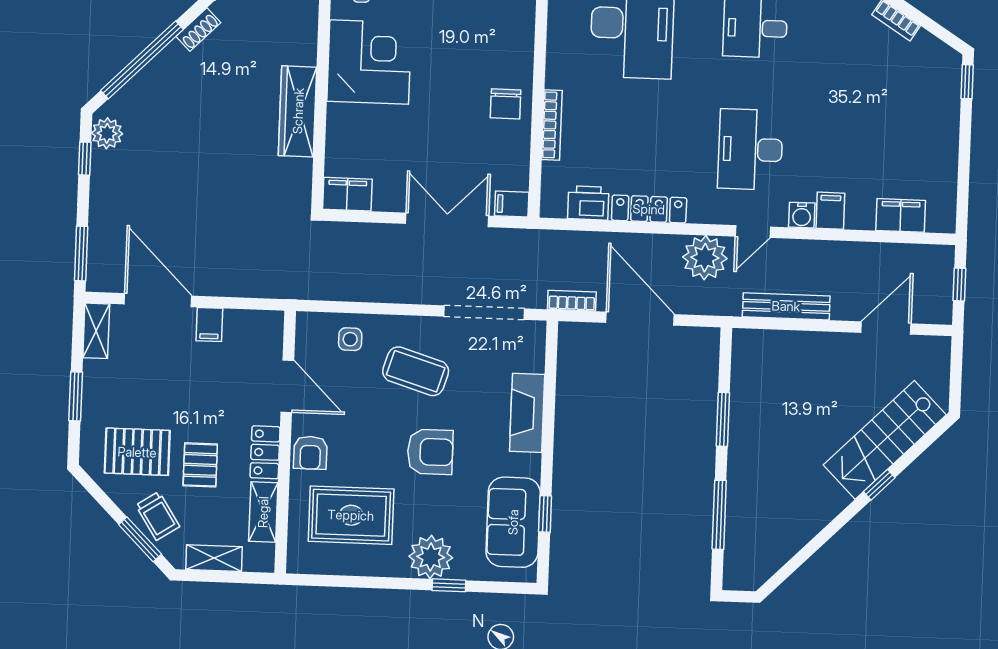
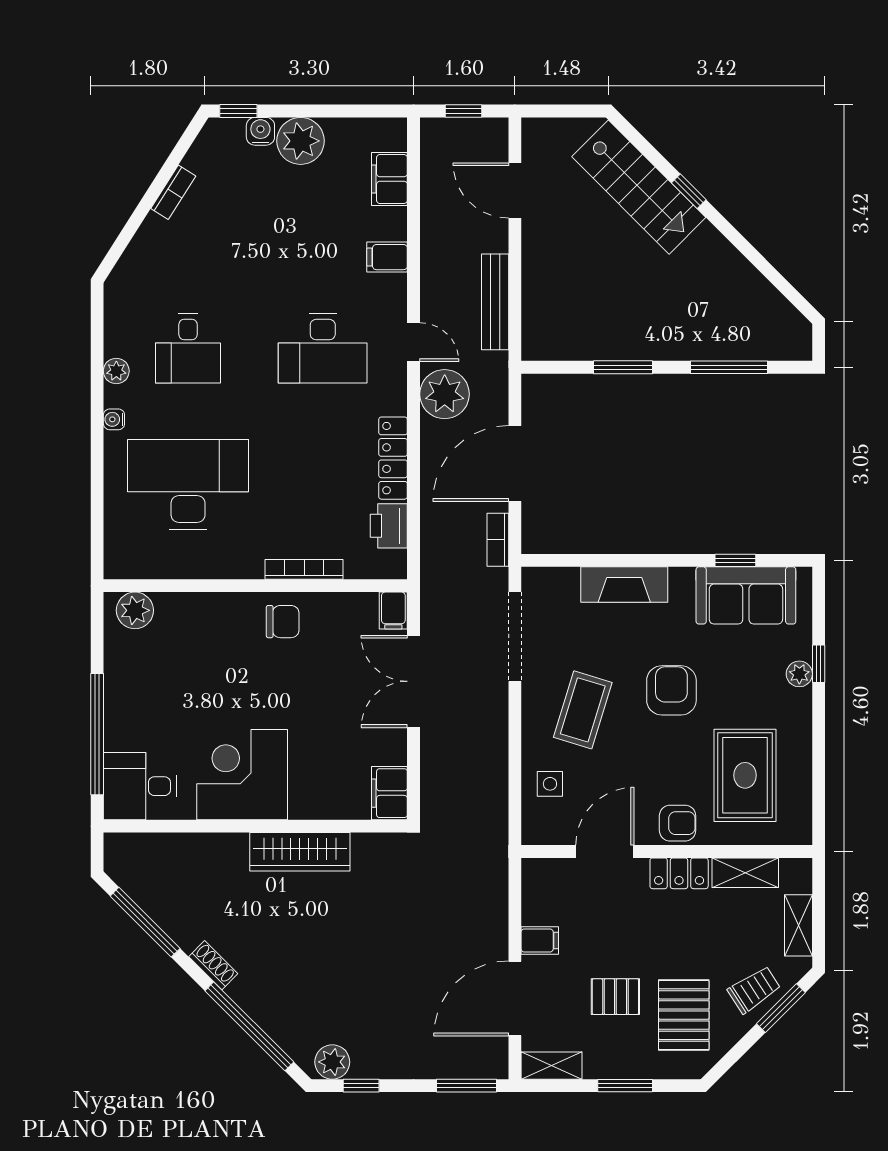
plant: (938, 137) -> (301, 141), added
water cooler: (802, 215) -> (260, 131), moved, turned -90
pallet: (200, 465) -> (615, 997), moved
plant: (431, 557) -> (799, 674), width x0.53, depth x0.53

